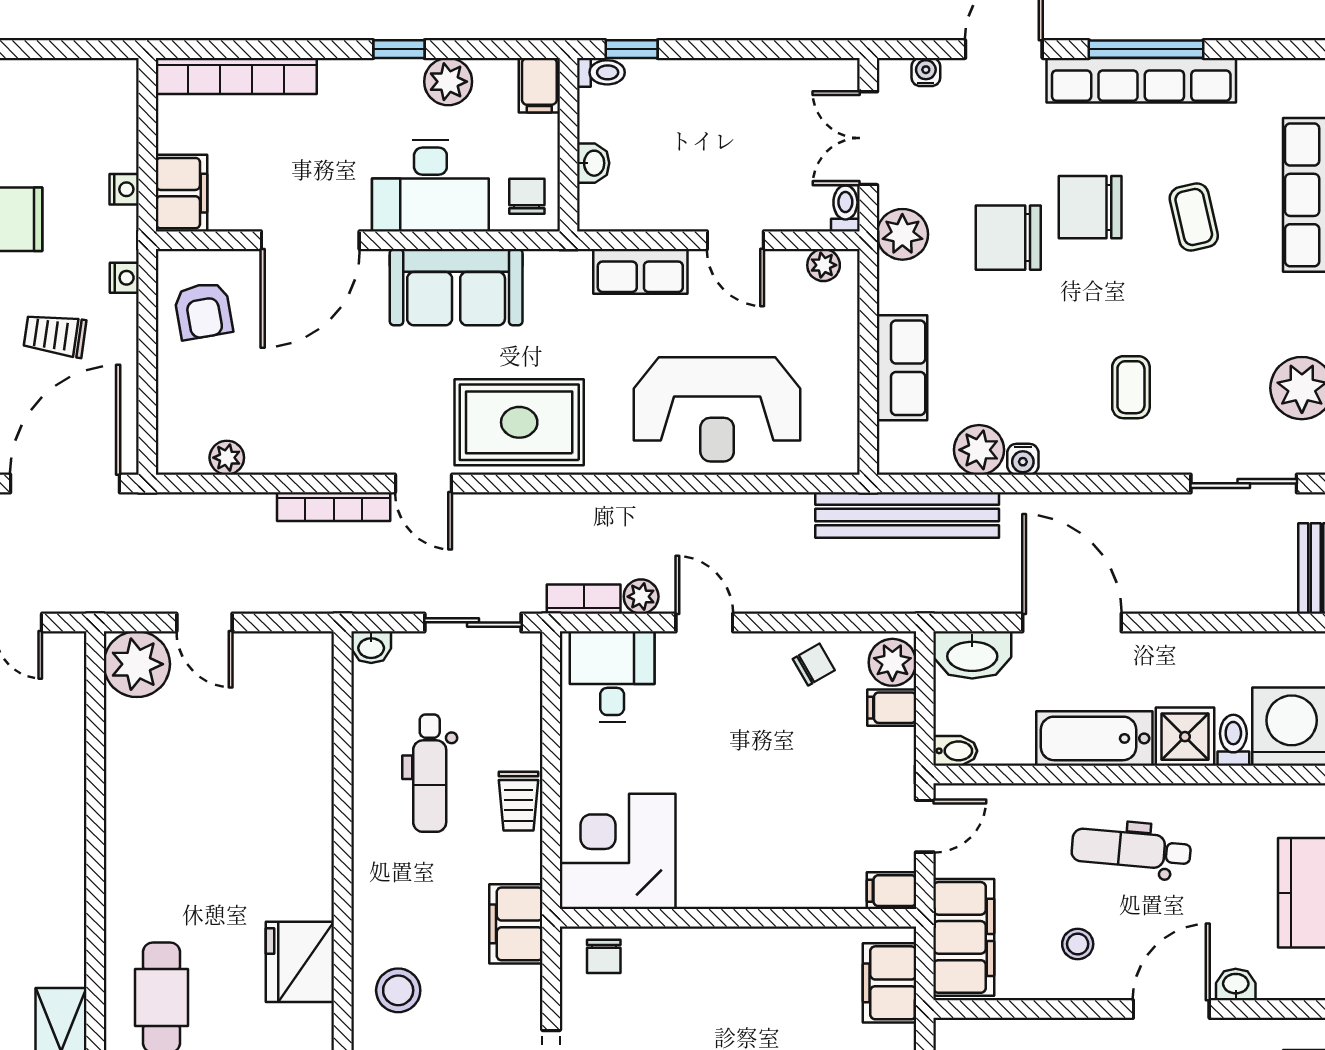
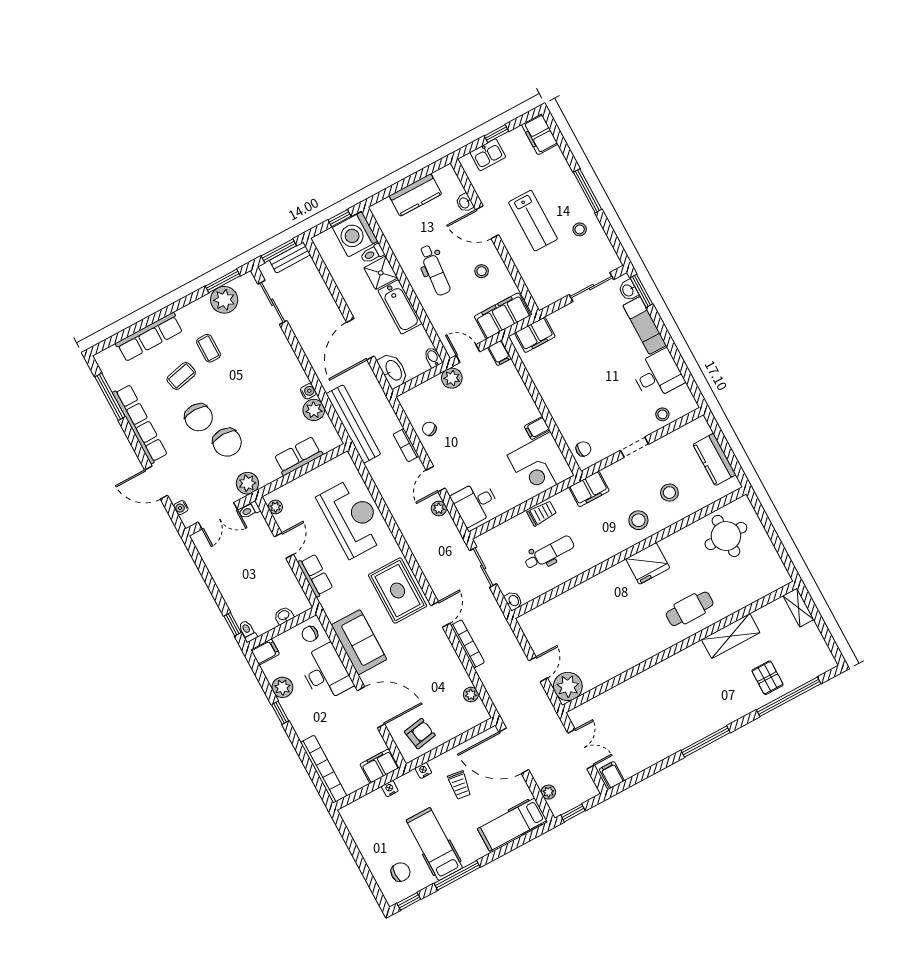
window: (1146, 49) -> (110, 397), moved
coffee table: (1131, 387) -> (208, 348), moved, turned 90
bookcase: (584, 599) -> (406, 445), moved
plant: (892, 662) -> (452, 378), moved
filing cabinet: (892, 708) -> (537, 428), moved, turned 90

